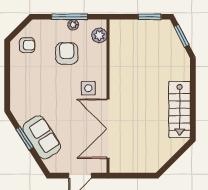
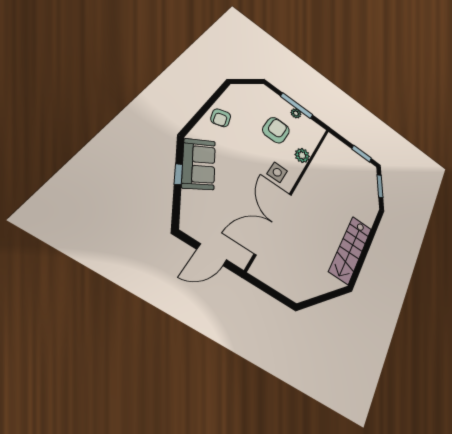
plant: (99, 35) -> (302, 155), moved
armchair: (27, 45) -> (221, 118), moved, turned 72
sofa: (42, 137) -> (199, 164), moved
window: (25, 138) -> (178, 174), width x0.67

